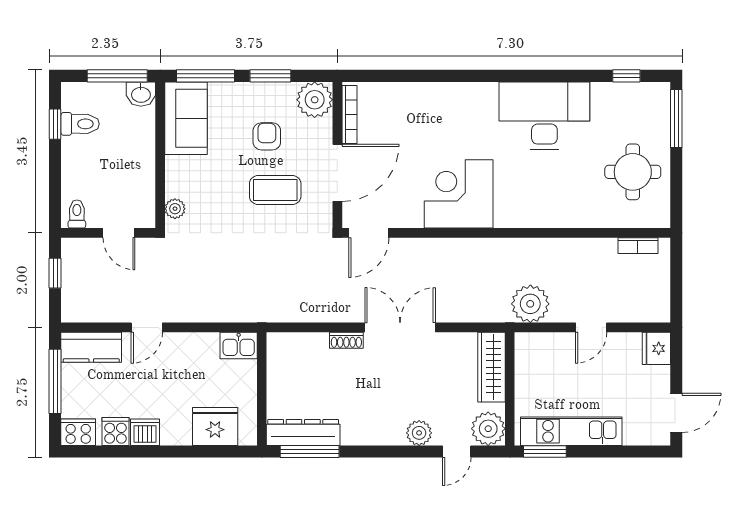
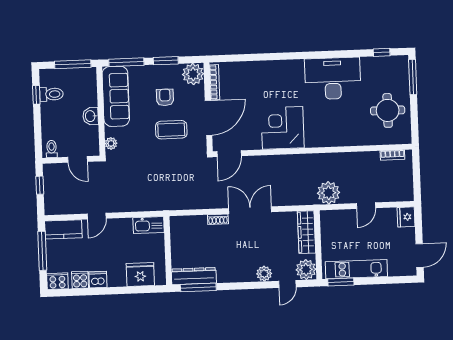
washbasin: (141, 94) -> (91, 116), moved, turned 90
sofa: (186, 118) -> (116, 96), width x1.36
kitchen sink: (239, 345) -> (149, 225), width x1.38

